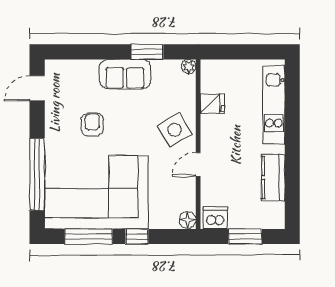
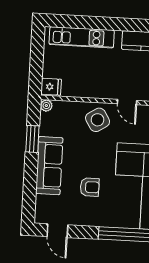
sofa: (125, 74) -> (49, 166), width x1.36
fridge: (212, 104) -> (51, 87), moved, turned 90
armchair: (92, 125) -> (90, 187), turned 180

